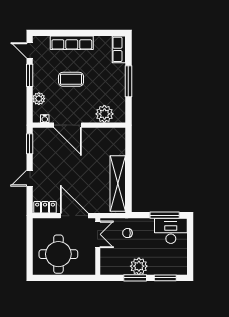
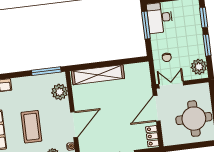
coffee table: (71, 79) -> (31, 127), width x1.36, depth x1.32
window: (128, 81) -> (46, 71), moved
shelving: (118, 184) -> (98, 75), moved
plant: (139, 266) -> (199, 67), moved

